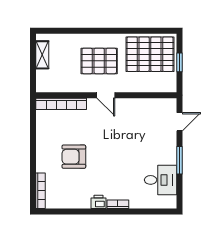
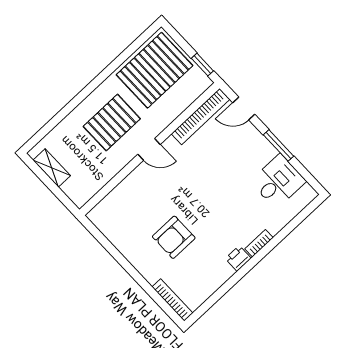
window: (179, 62) -> (202, 65), moved
bookcase: (61, 104) -> (201, 117), moved
door: (179, 122) -> (244, 109), swing flipped

